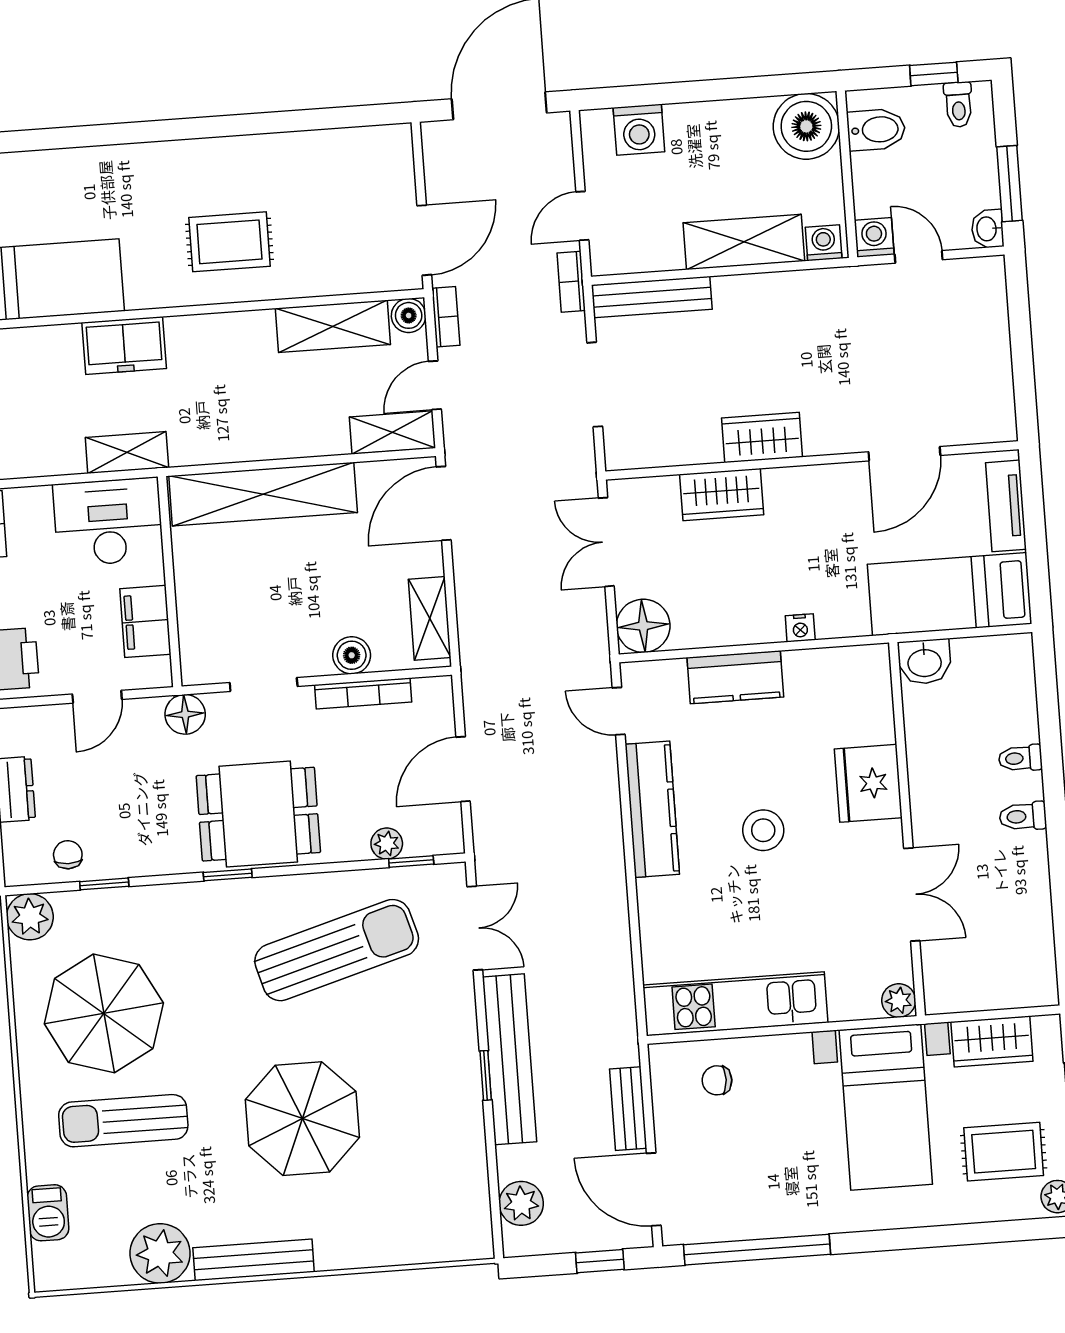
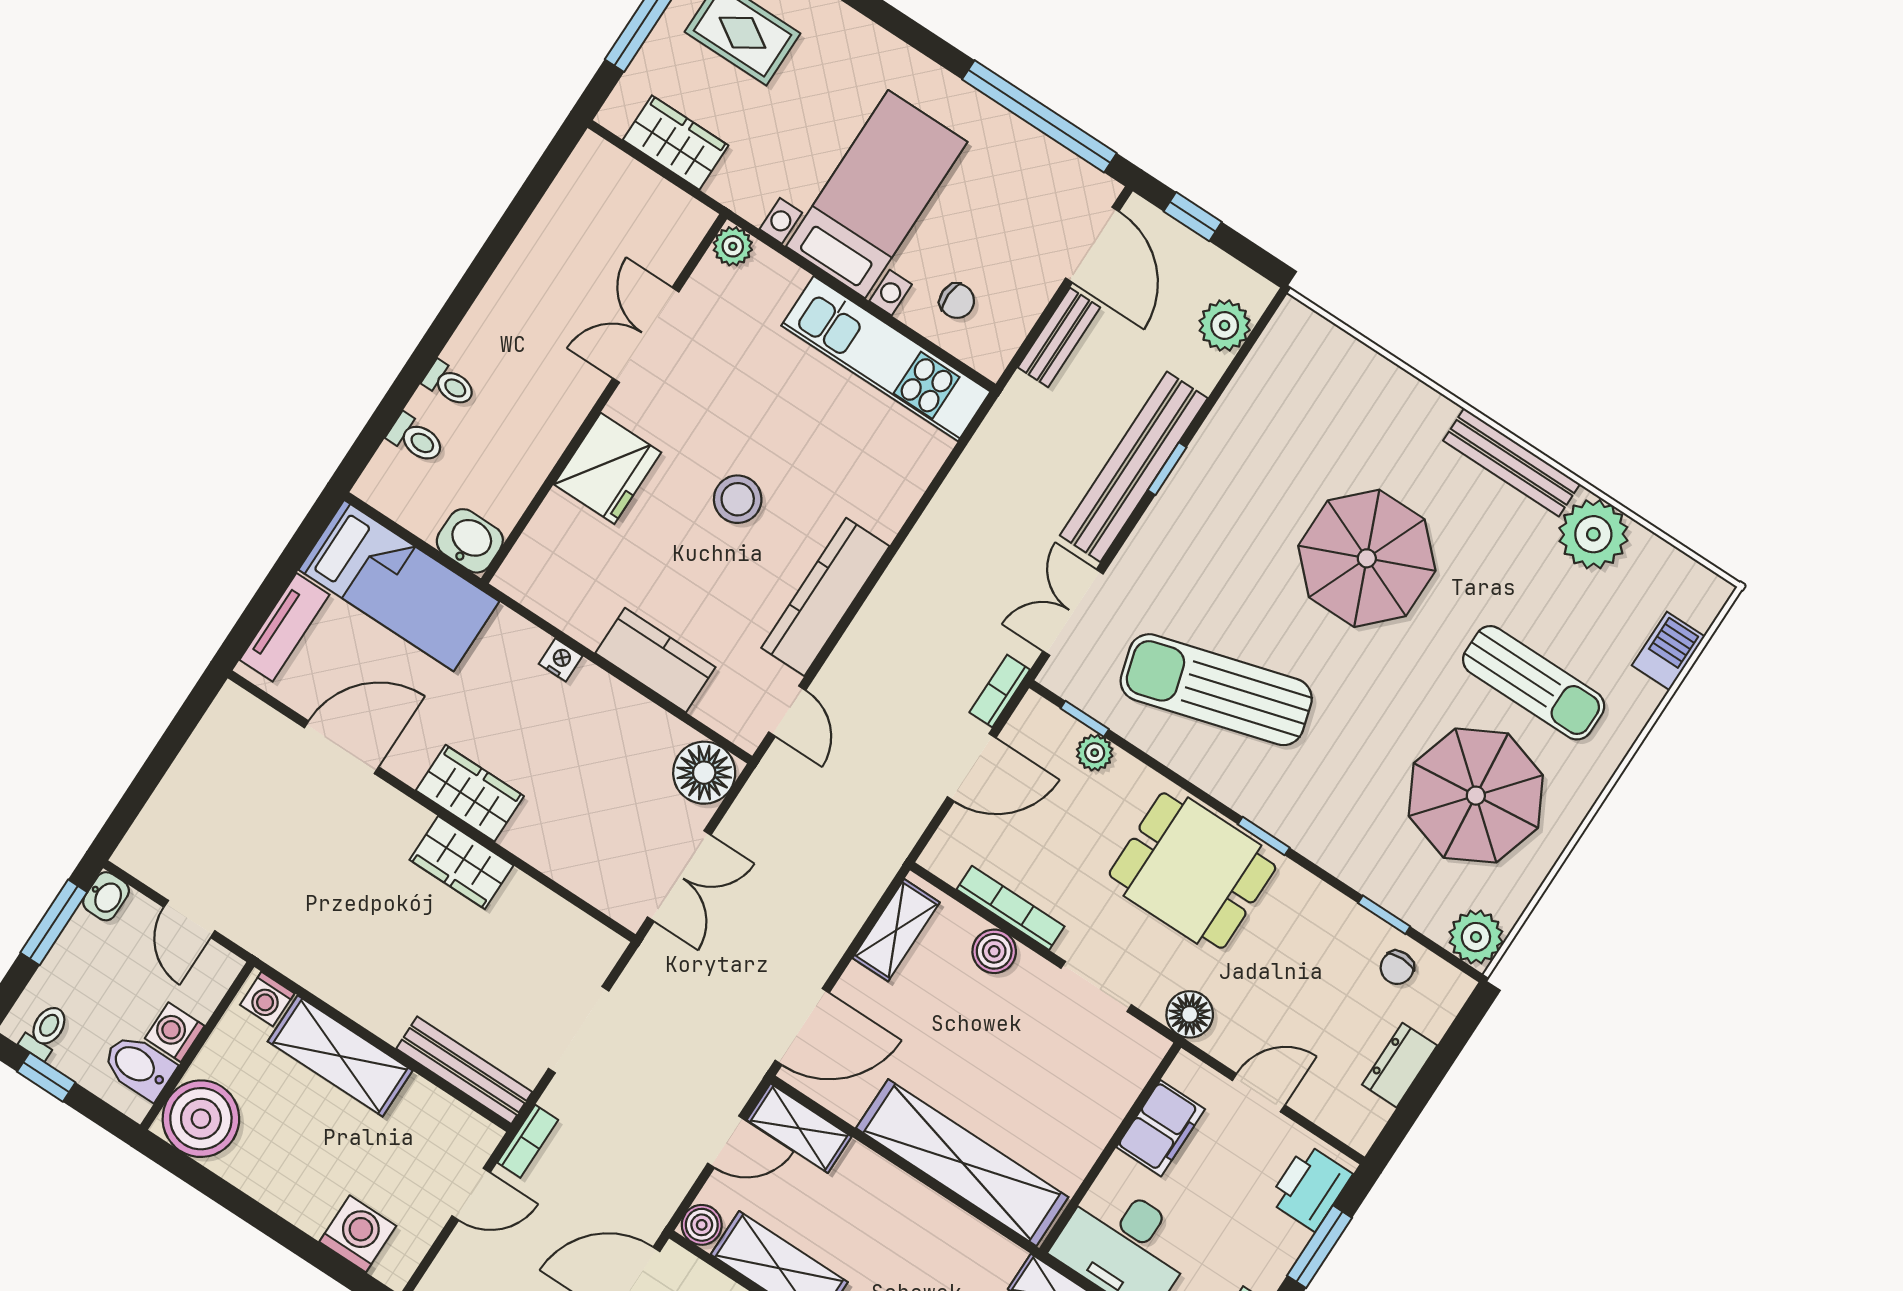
washing machine: (874, 237) -> (175, 1032), moved, turned 90
bookcase: (446, 317) -> (1000, 691), moved
wardrobe: (722, 495) -> (470, 793), moved
toilet: (1023, 816) -> (416, 439), moved
bed with nightstands: (886, 1107) -> (877, 194), moved

